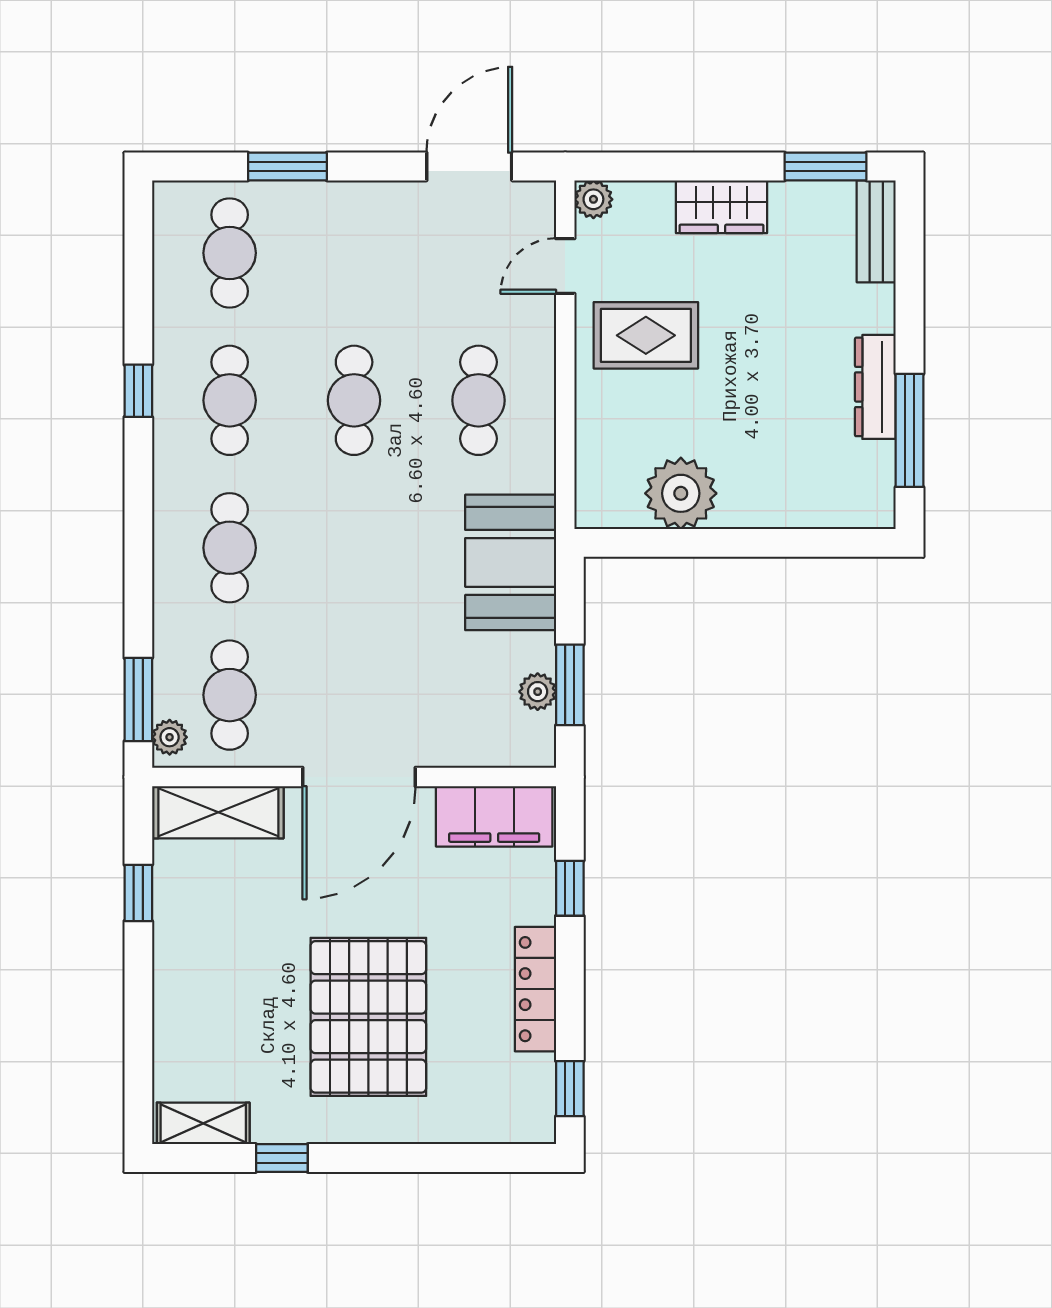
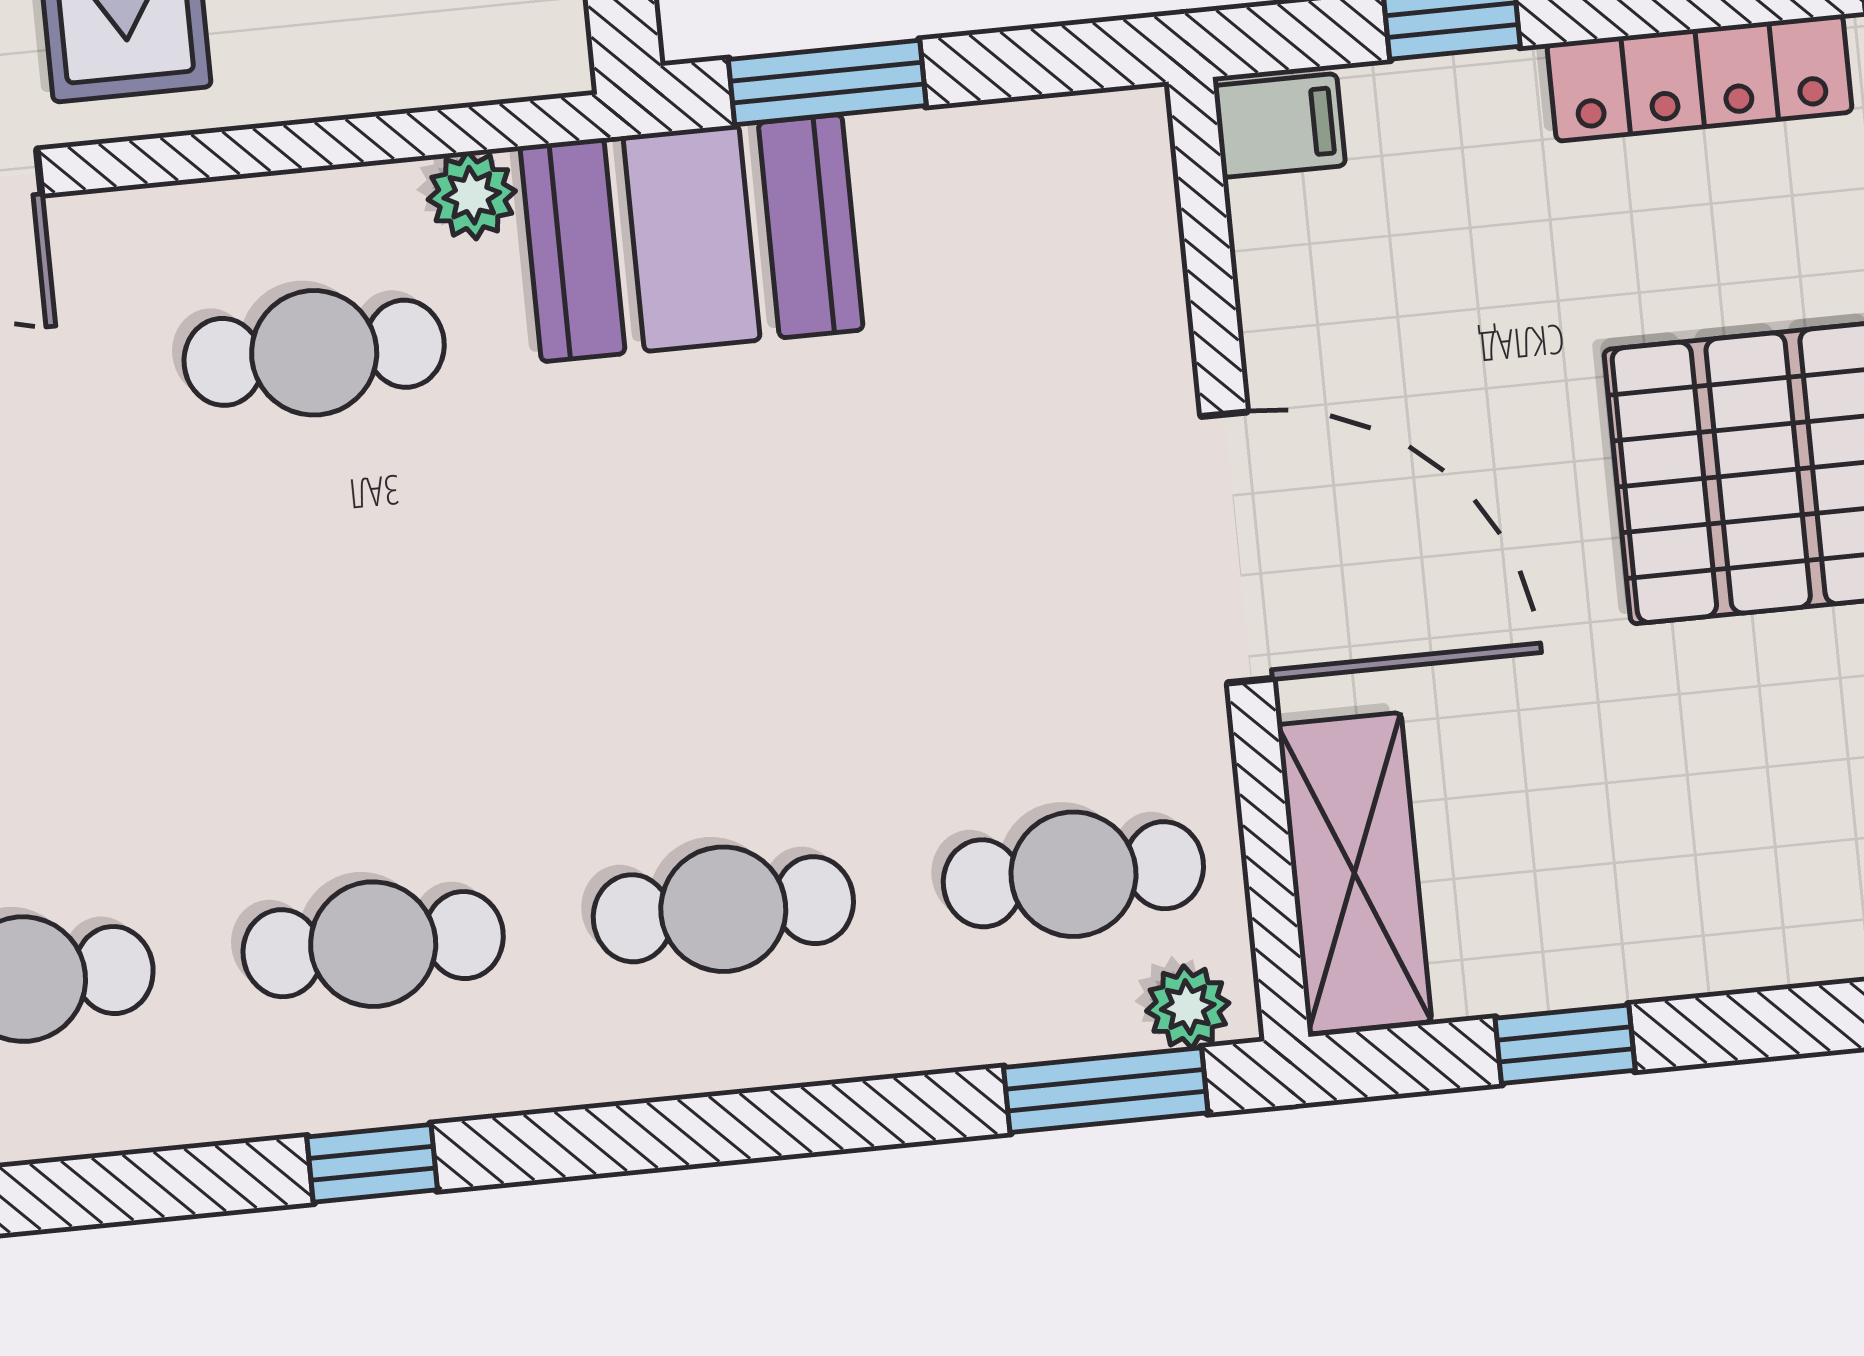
cafe table: (354, 400) -> (344, 648), removed
window: (570, 685) -> (827, 83), moved
plant: (538, 692) -> (472, 195), moved
filing cabinet: (494, 816) -> (1279, 126), width x0.33, depth x0.86

